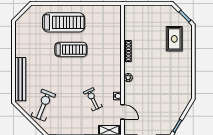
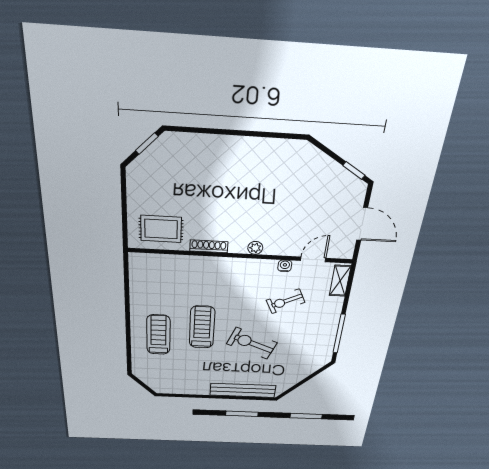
treadmill: (64, 22) -> (158, 335), width x0.73, depth x0.73
rug: (174, 39) -> (161, 229), moved
exercise bike: (43, 105) -> (252, 343), moved

